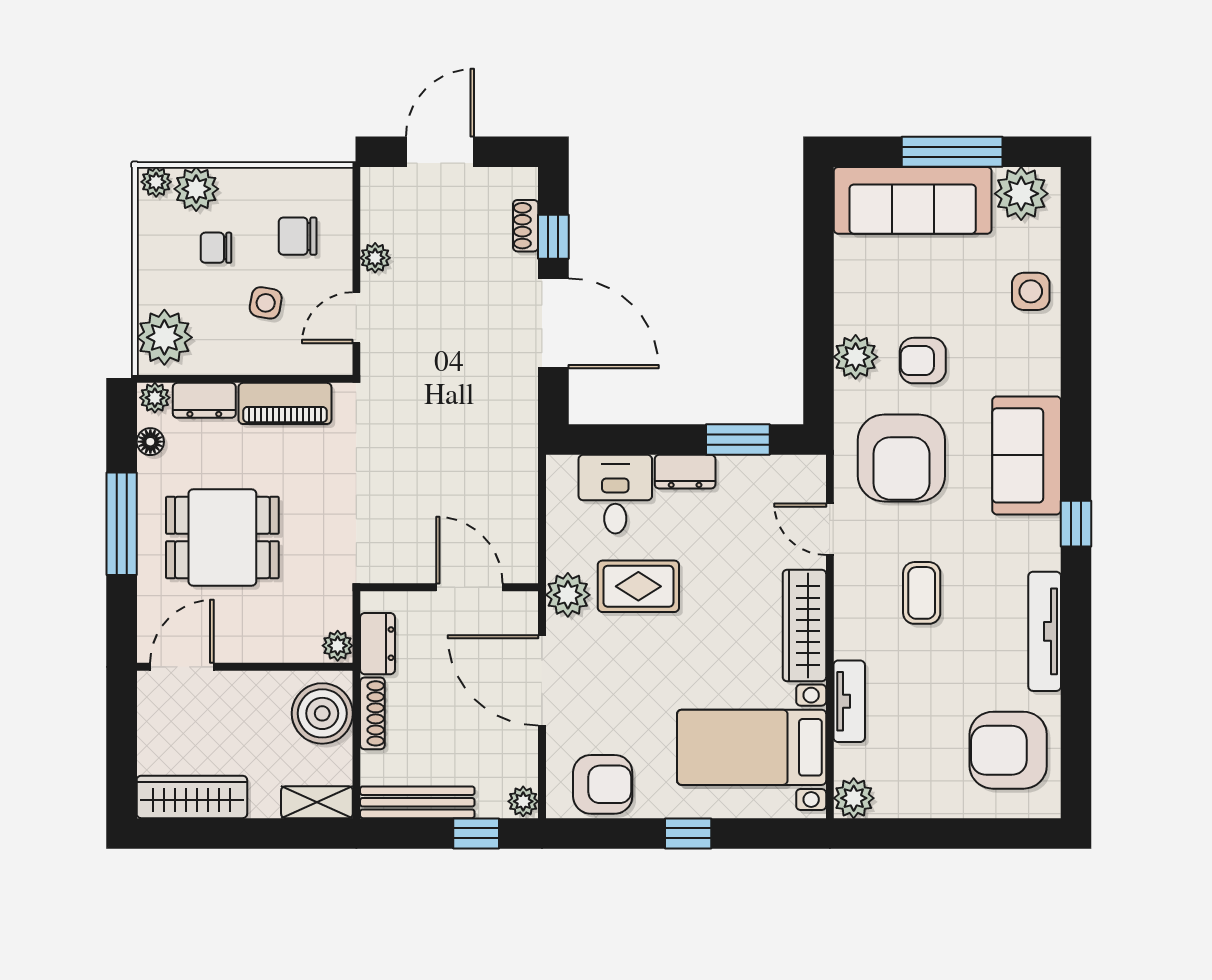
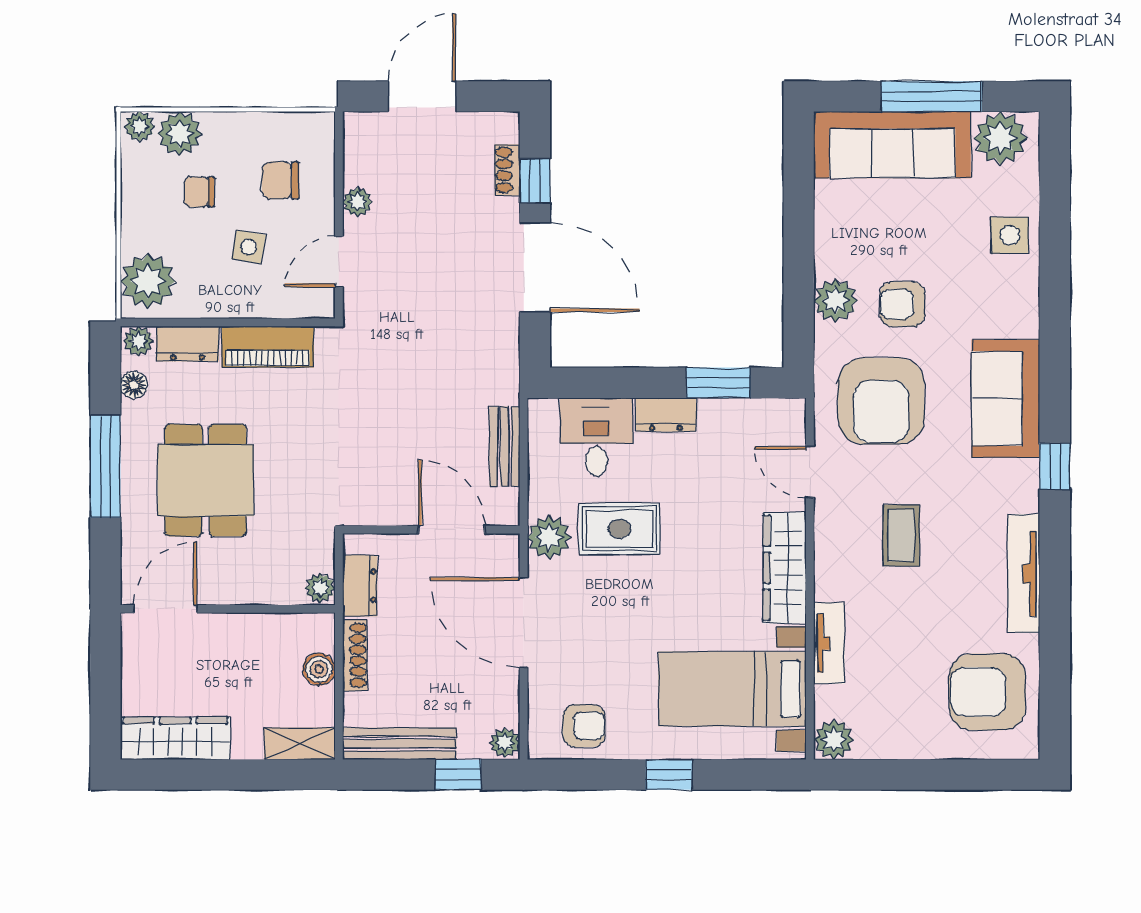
bench: (523, 503) -> (505, 446), added
dining table: (222, 538) -> (206, 480), turned 90
boiler: (322, 713) -> (319, 669), width x0.54, depth x0.54
armchair: (603, 784) -> (584, 726), width x0.72, depth x0.72

